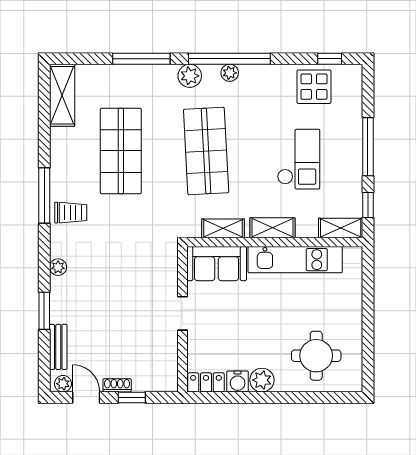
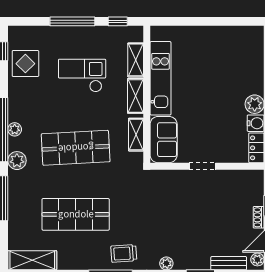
trolley: (71, 213) -> (124, 253), turned -94
shelving: (341, 228) -> (136, 60), moved
round table: (316, 356) -> (236, 62), removed

